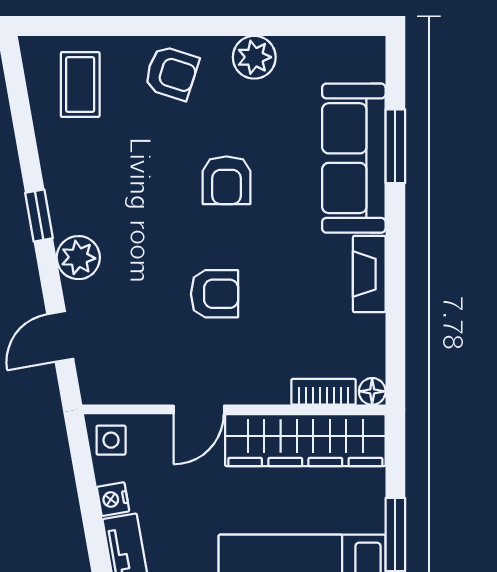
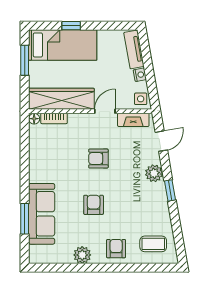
armchair: (171, 73) -> (116, 249), turned 72
coffee table: (80, 85) -> (153, 244), turned 90
fireplace: (369, 274) -> (133, 120), moved, turned 90

